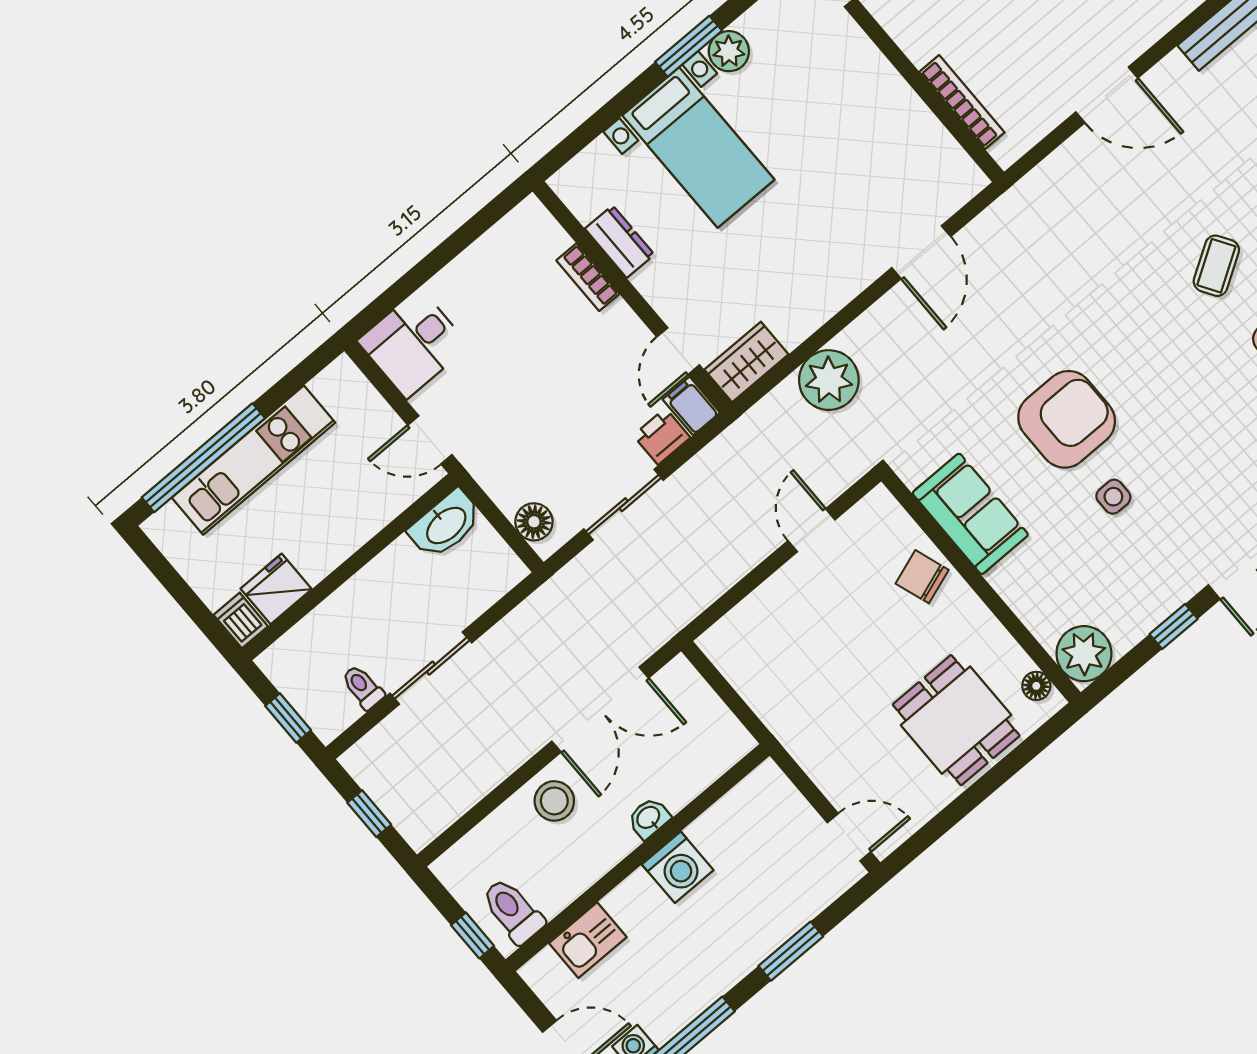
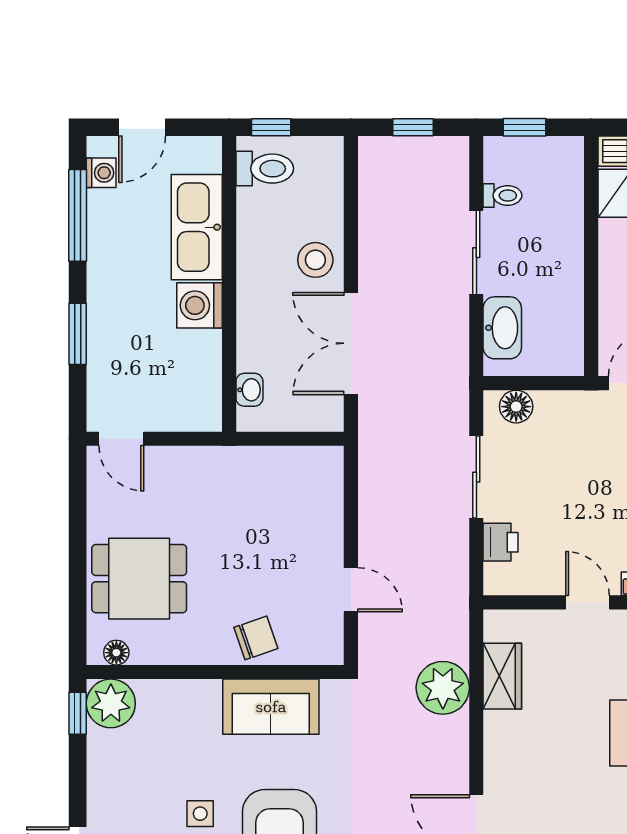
door: (678, 351) -> (588, 602), moved
wardrobe: (746, 362) -> (502, 676), moved
filing cabinet: (691, 406) -> (504, 580), removed
washbasin: (445, 525) -> (502, 328), moved, turned 180
window: (1174, 626) -> (78, 713), moved
washbasin: (649, 818) -> (249, 390), moved
door: (849, 837) -> (121, 439), hinge flipped
kitchen sink: (588, 940) -> (197, 227), width x1.88, depth x1.24

